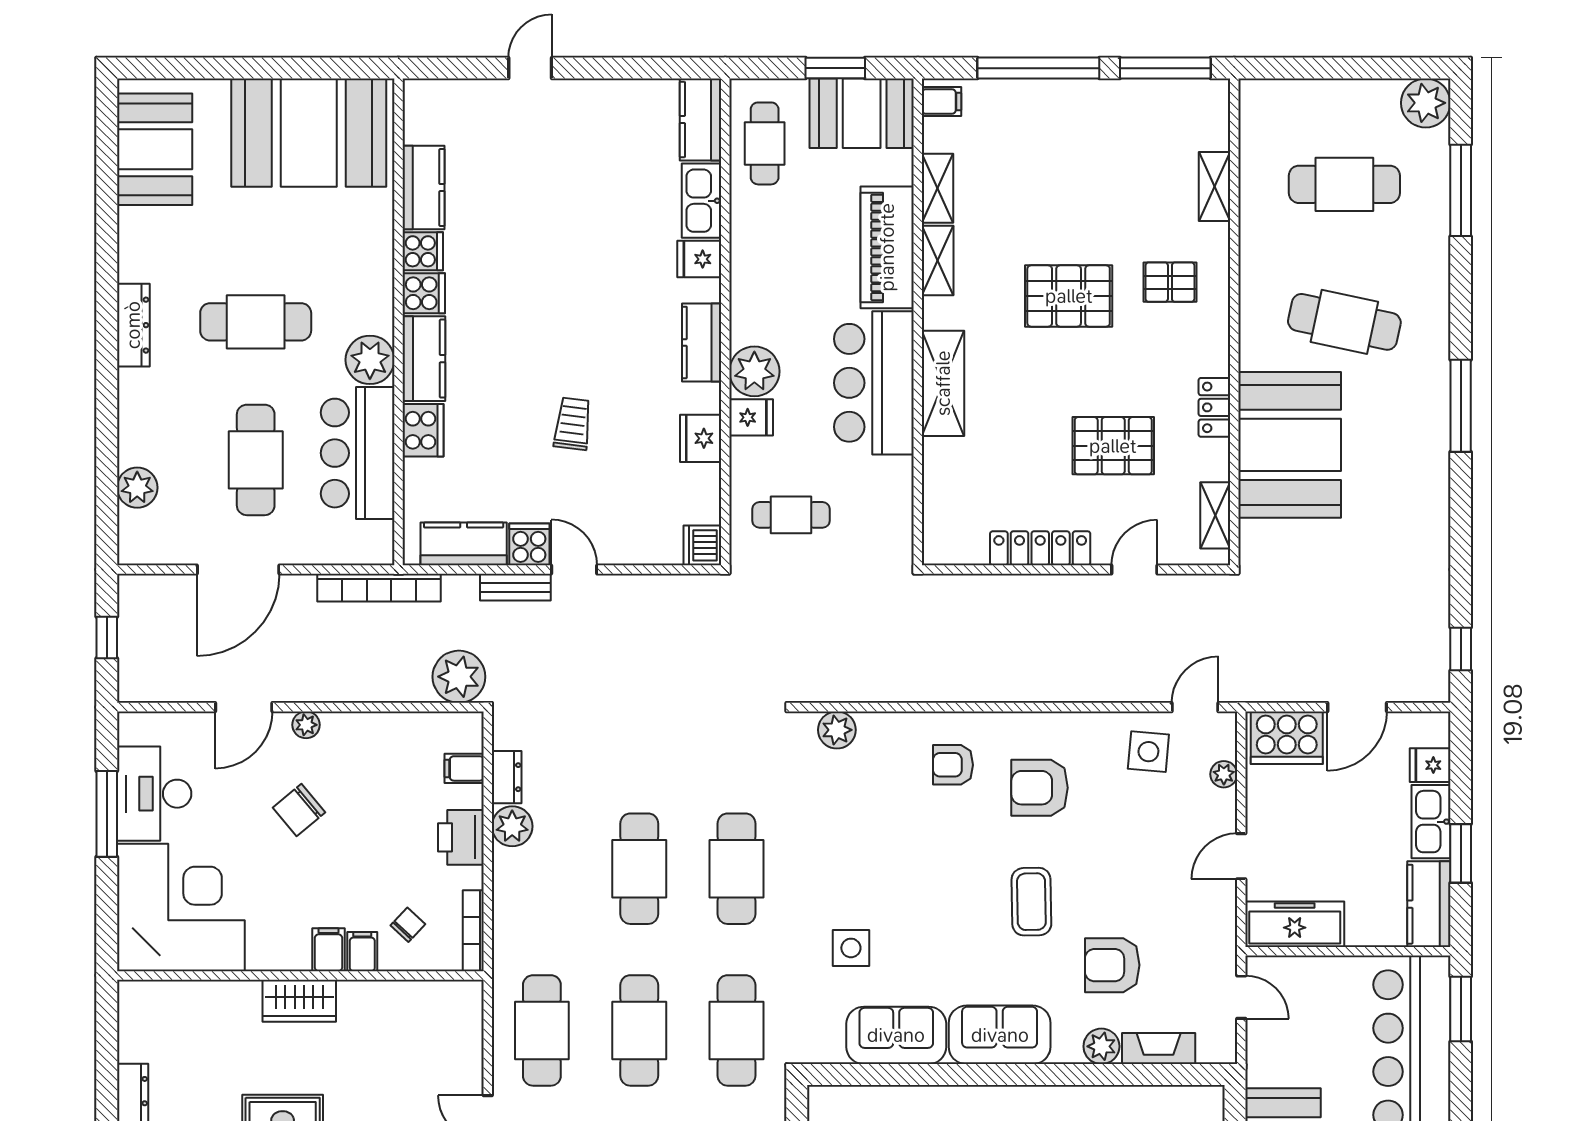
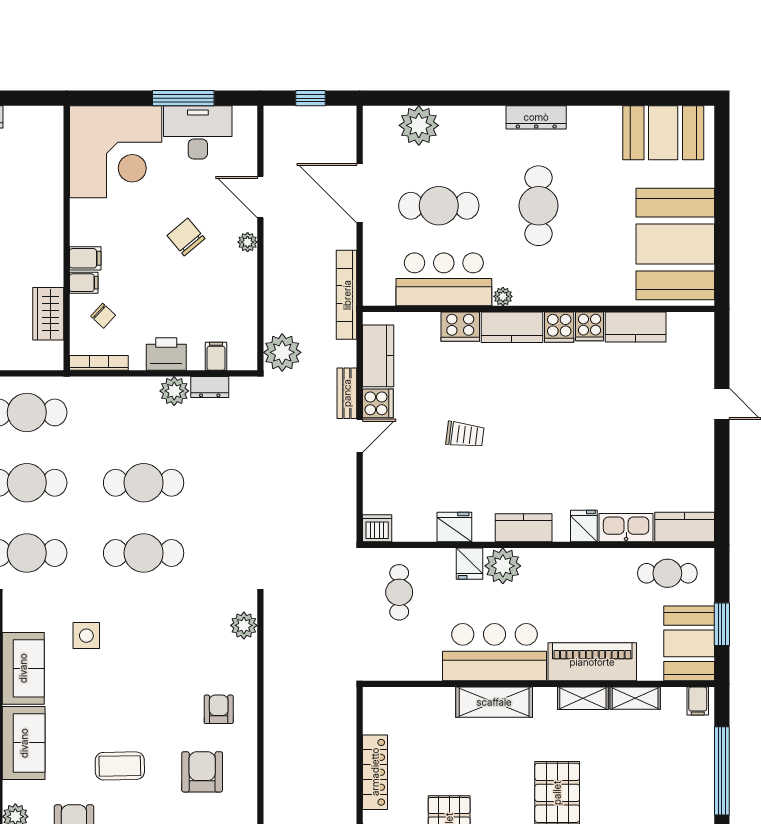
plant: (370, 360) -> (503, 296), width x0.53, depth x0.53
plant: (137, 488) -> (419, 125), width x1.36, depth x1.36
wardrobe: (299, 1001) -> (48, 314), moved

